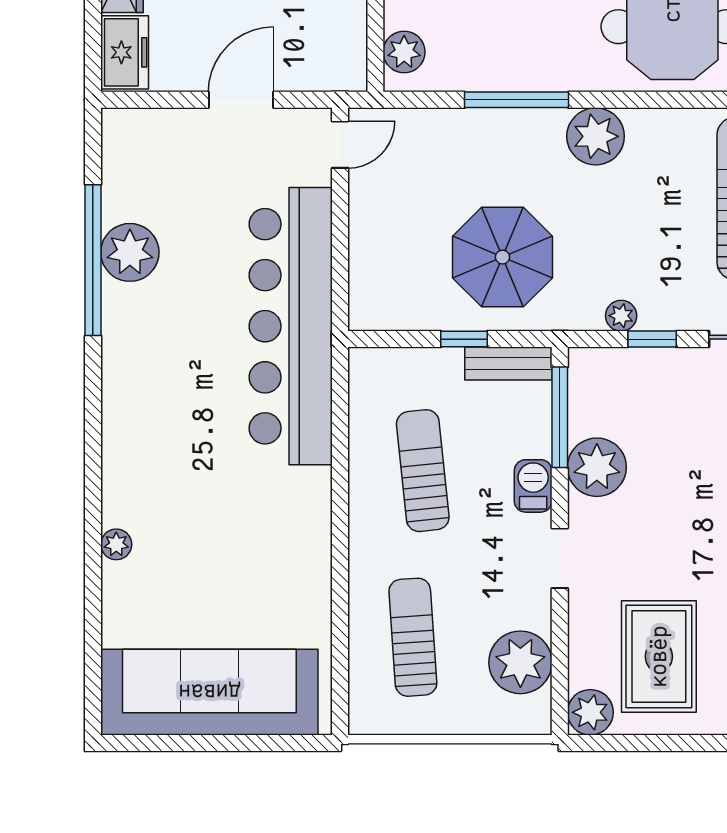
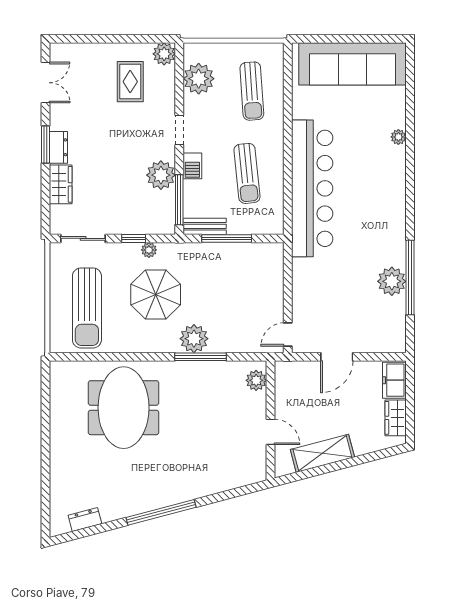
plant: (596, 136) -> (194, 339), moved
parasol: (502, 257) -> (156, 295), moved
bar counter: (291, 326) -> (312, 188), moved
window: (464, 339) -> (227, 238), width x2.17
rug: (659, 656) -> (130, 82), width x0.73, depth x0.70

